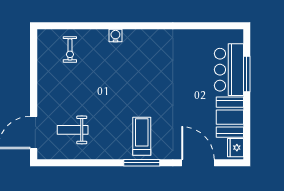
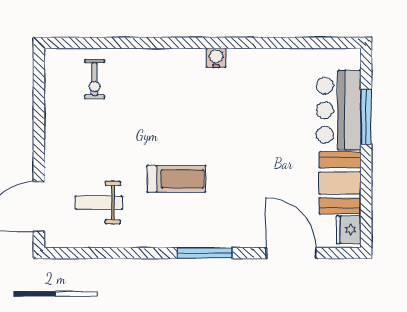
water cooler: (115, 36) -> (216, 58), moved
treadmill: (142, 136) -> (176, 179), moved, turned 90

